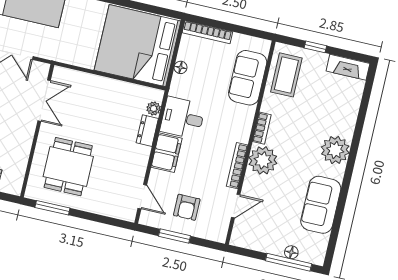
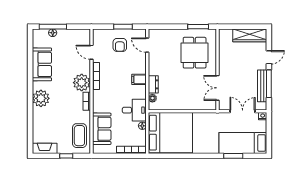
desk: (183, 118) -> (134, 110), moved
filing cabinet: (167, 153) -> (139, 79), width x0.50
door: (236, 206) -> (91, 52), hinge flipped
armchair: (187, 207) -> (120, 45), turned 180

